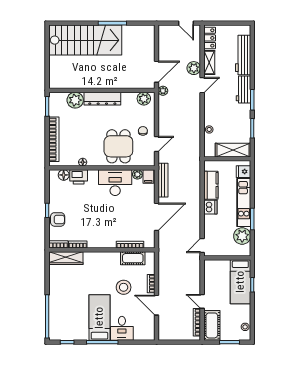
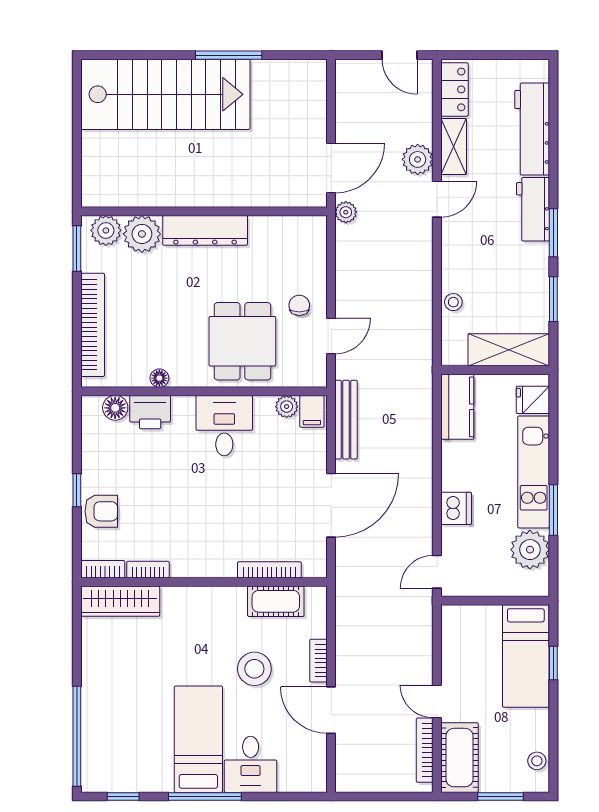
plant: (144, 99) -> (106, 230), moved
desk: (115, 183) -> (224, 426), width x0.73
kitchen counter: (211, 185) -> (457, 407), moved
dishwasher: (210, 207) -> (456, 508), moved

